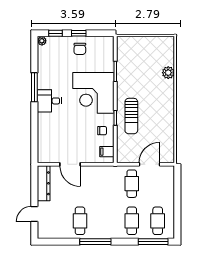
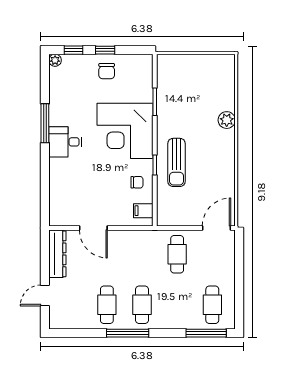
plant: (168, 73) -> (227, 120), moved
door: (150, 164) -> (217, 228), moved
cafe table: (132, 221) -> (142, 305), moved

